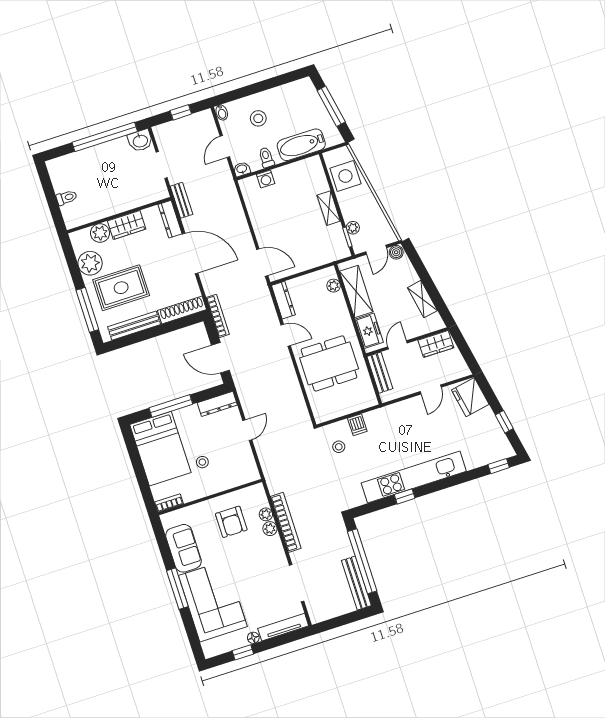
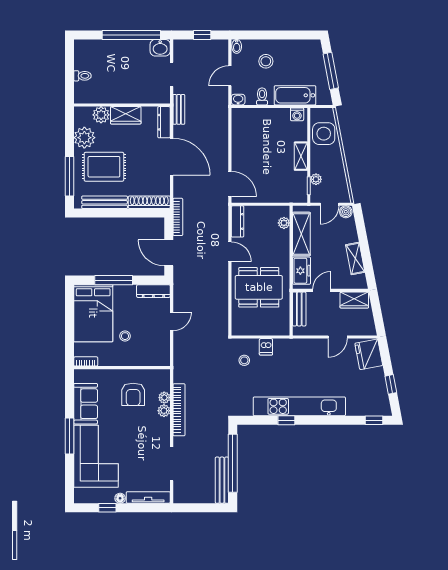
washing machine: (266, 179) -> (297, 114), moved

